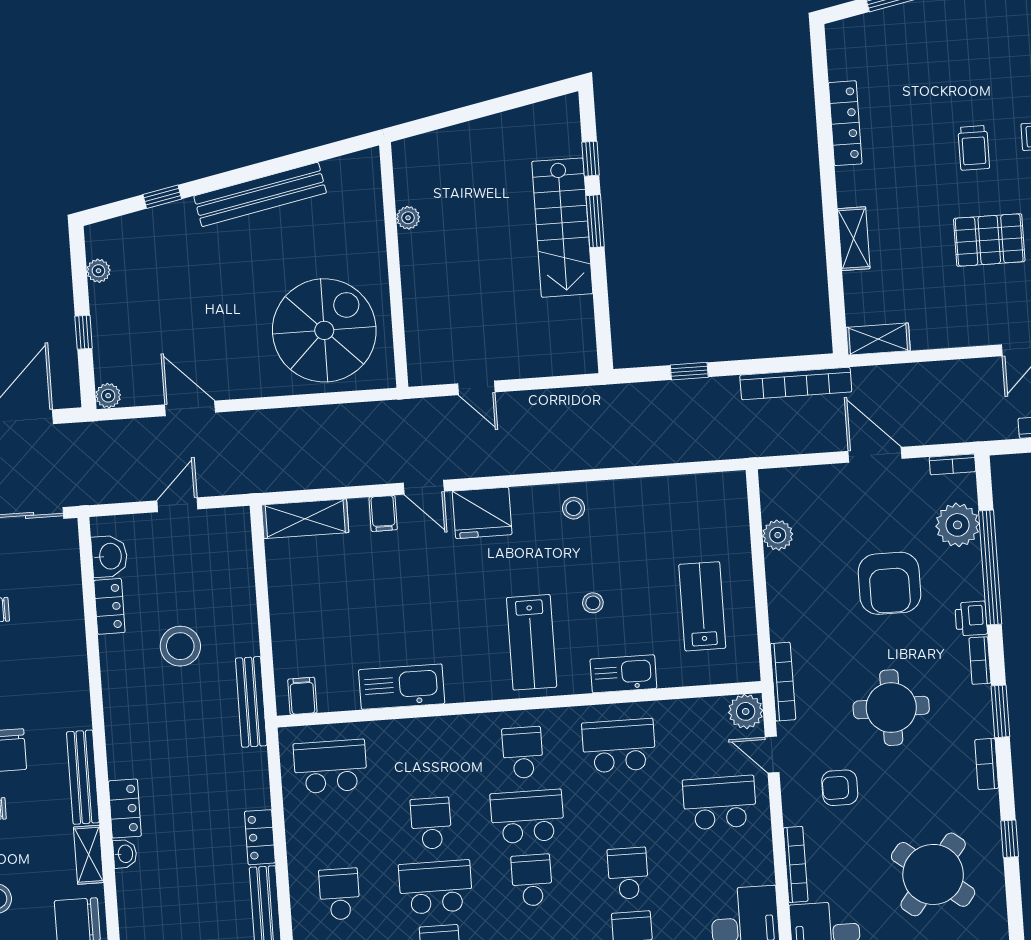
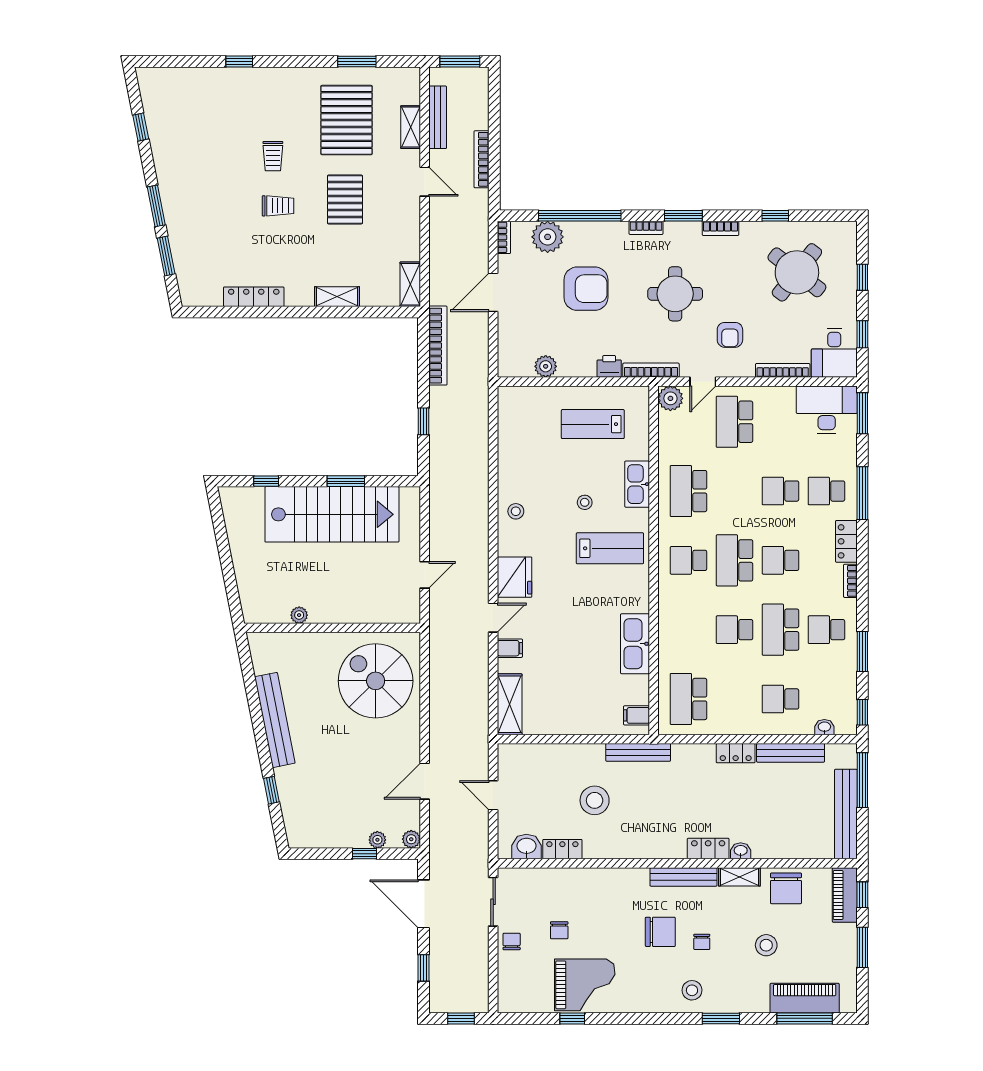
window: (595, 221) -> (346, 481), moved
stairs: (562, 228) -> (332, 514), width x1.36, depth x1.51
plant: (98, 271) -> (377, 840), moved
printer: (971, 619) -> (609, 366), moved, turned 180

